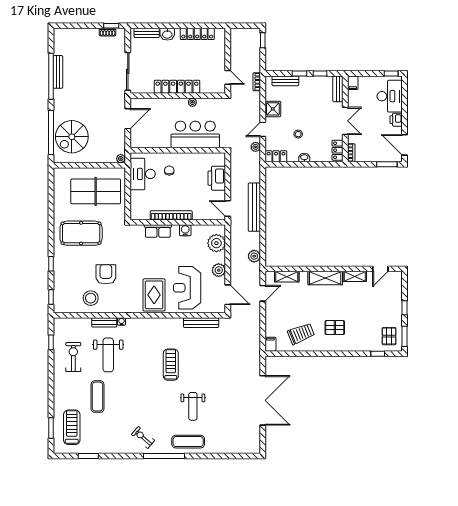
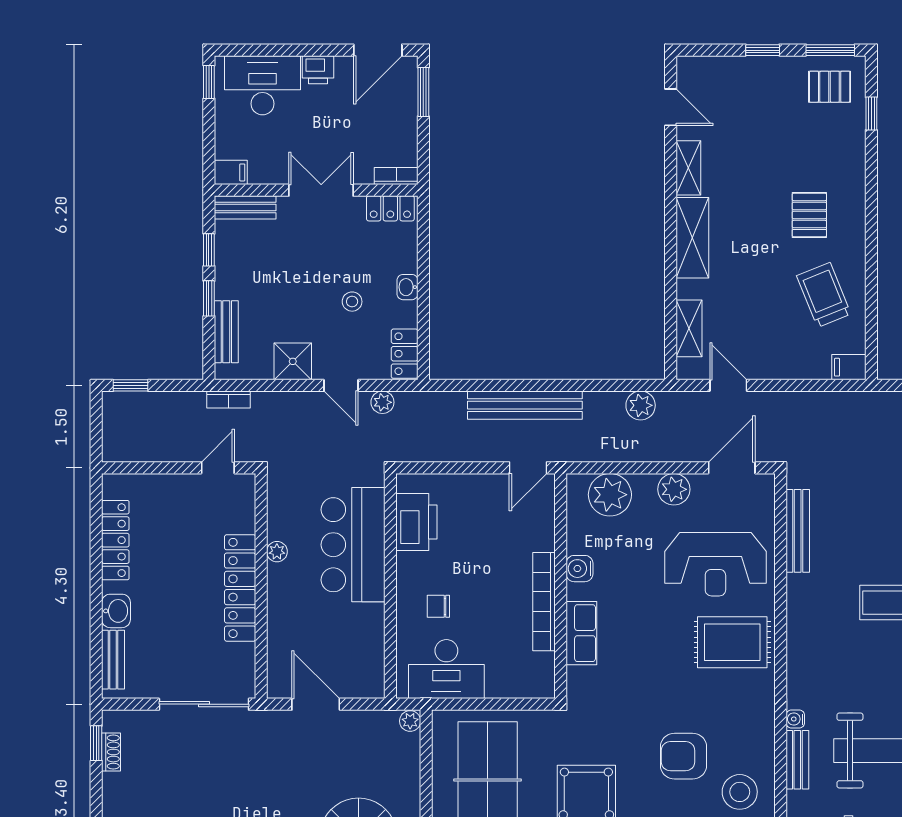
printer: (217, 178) -> (416, 522), moved, turned -90

